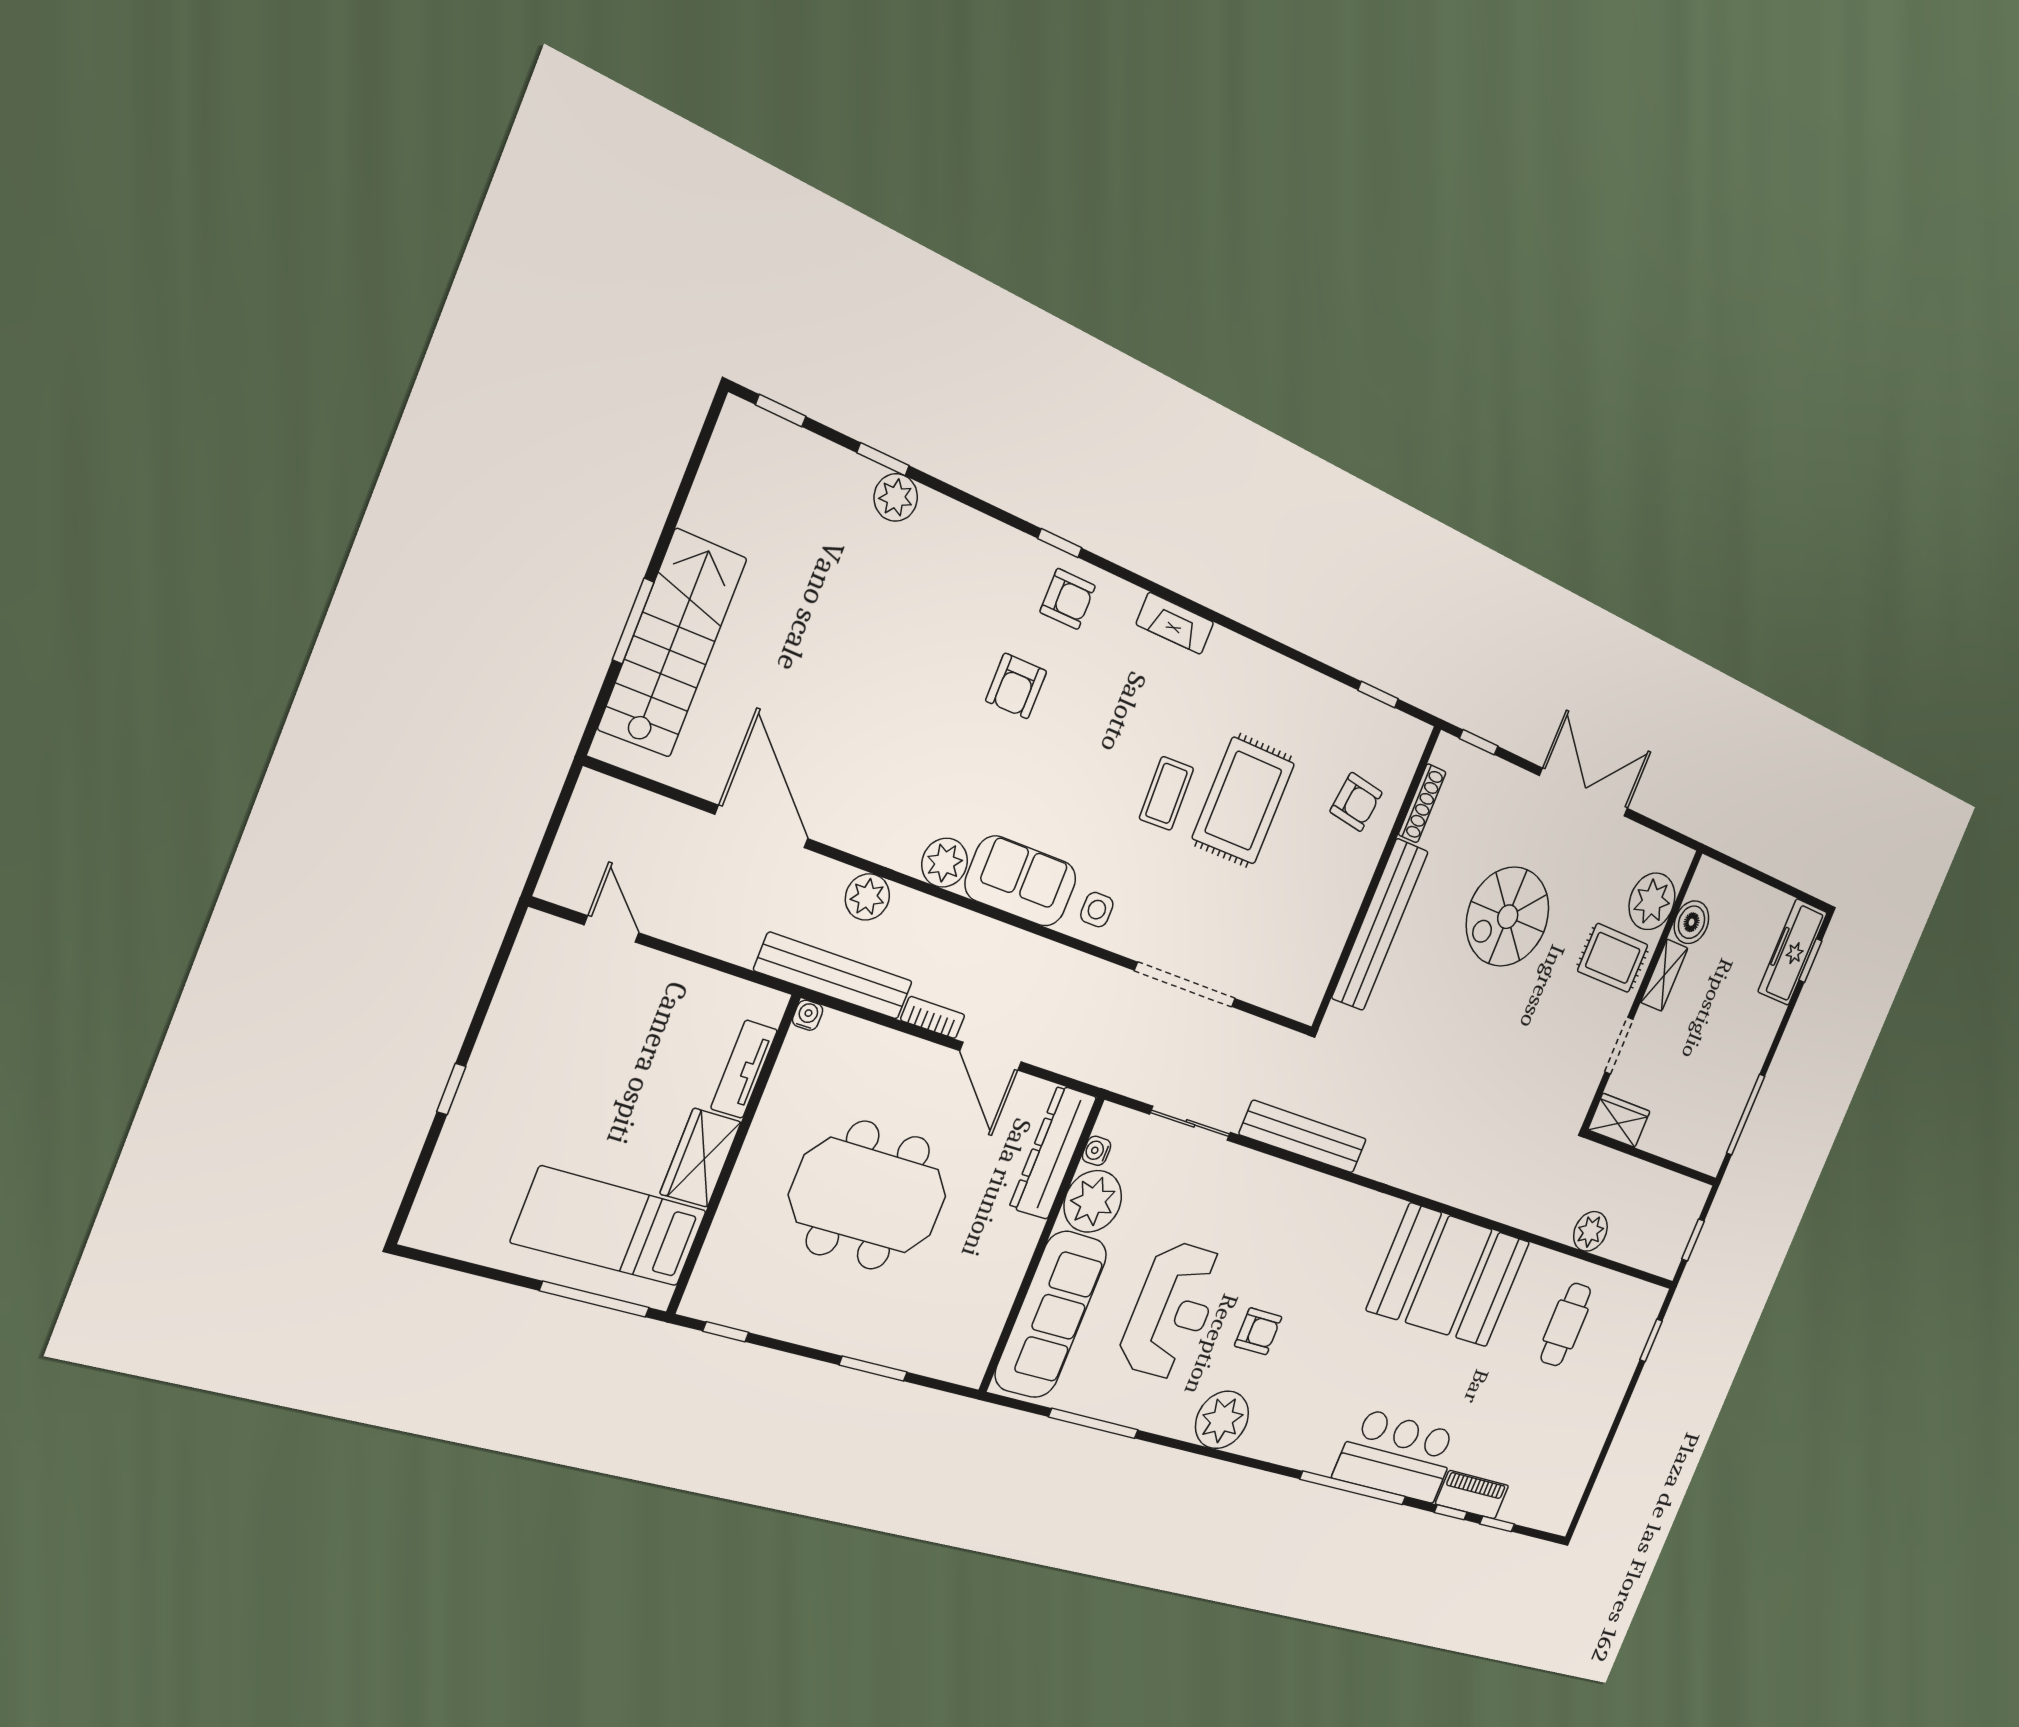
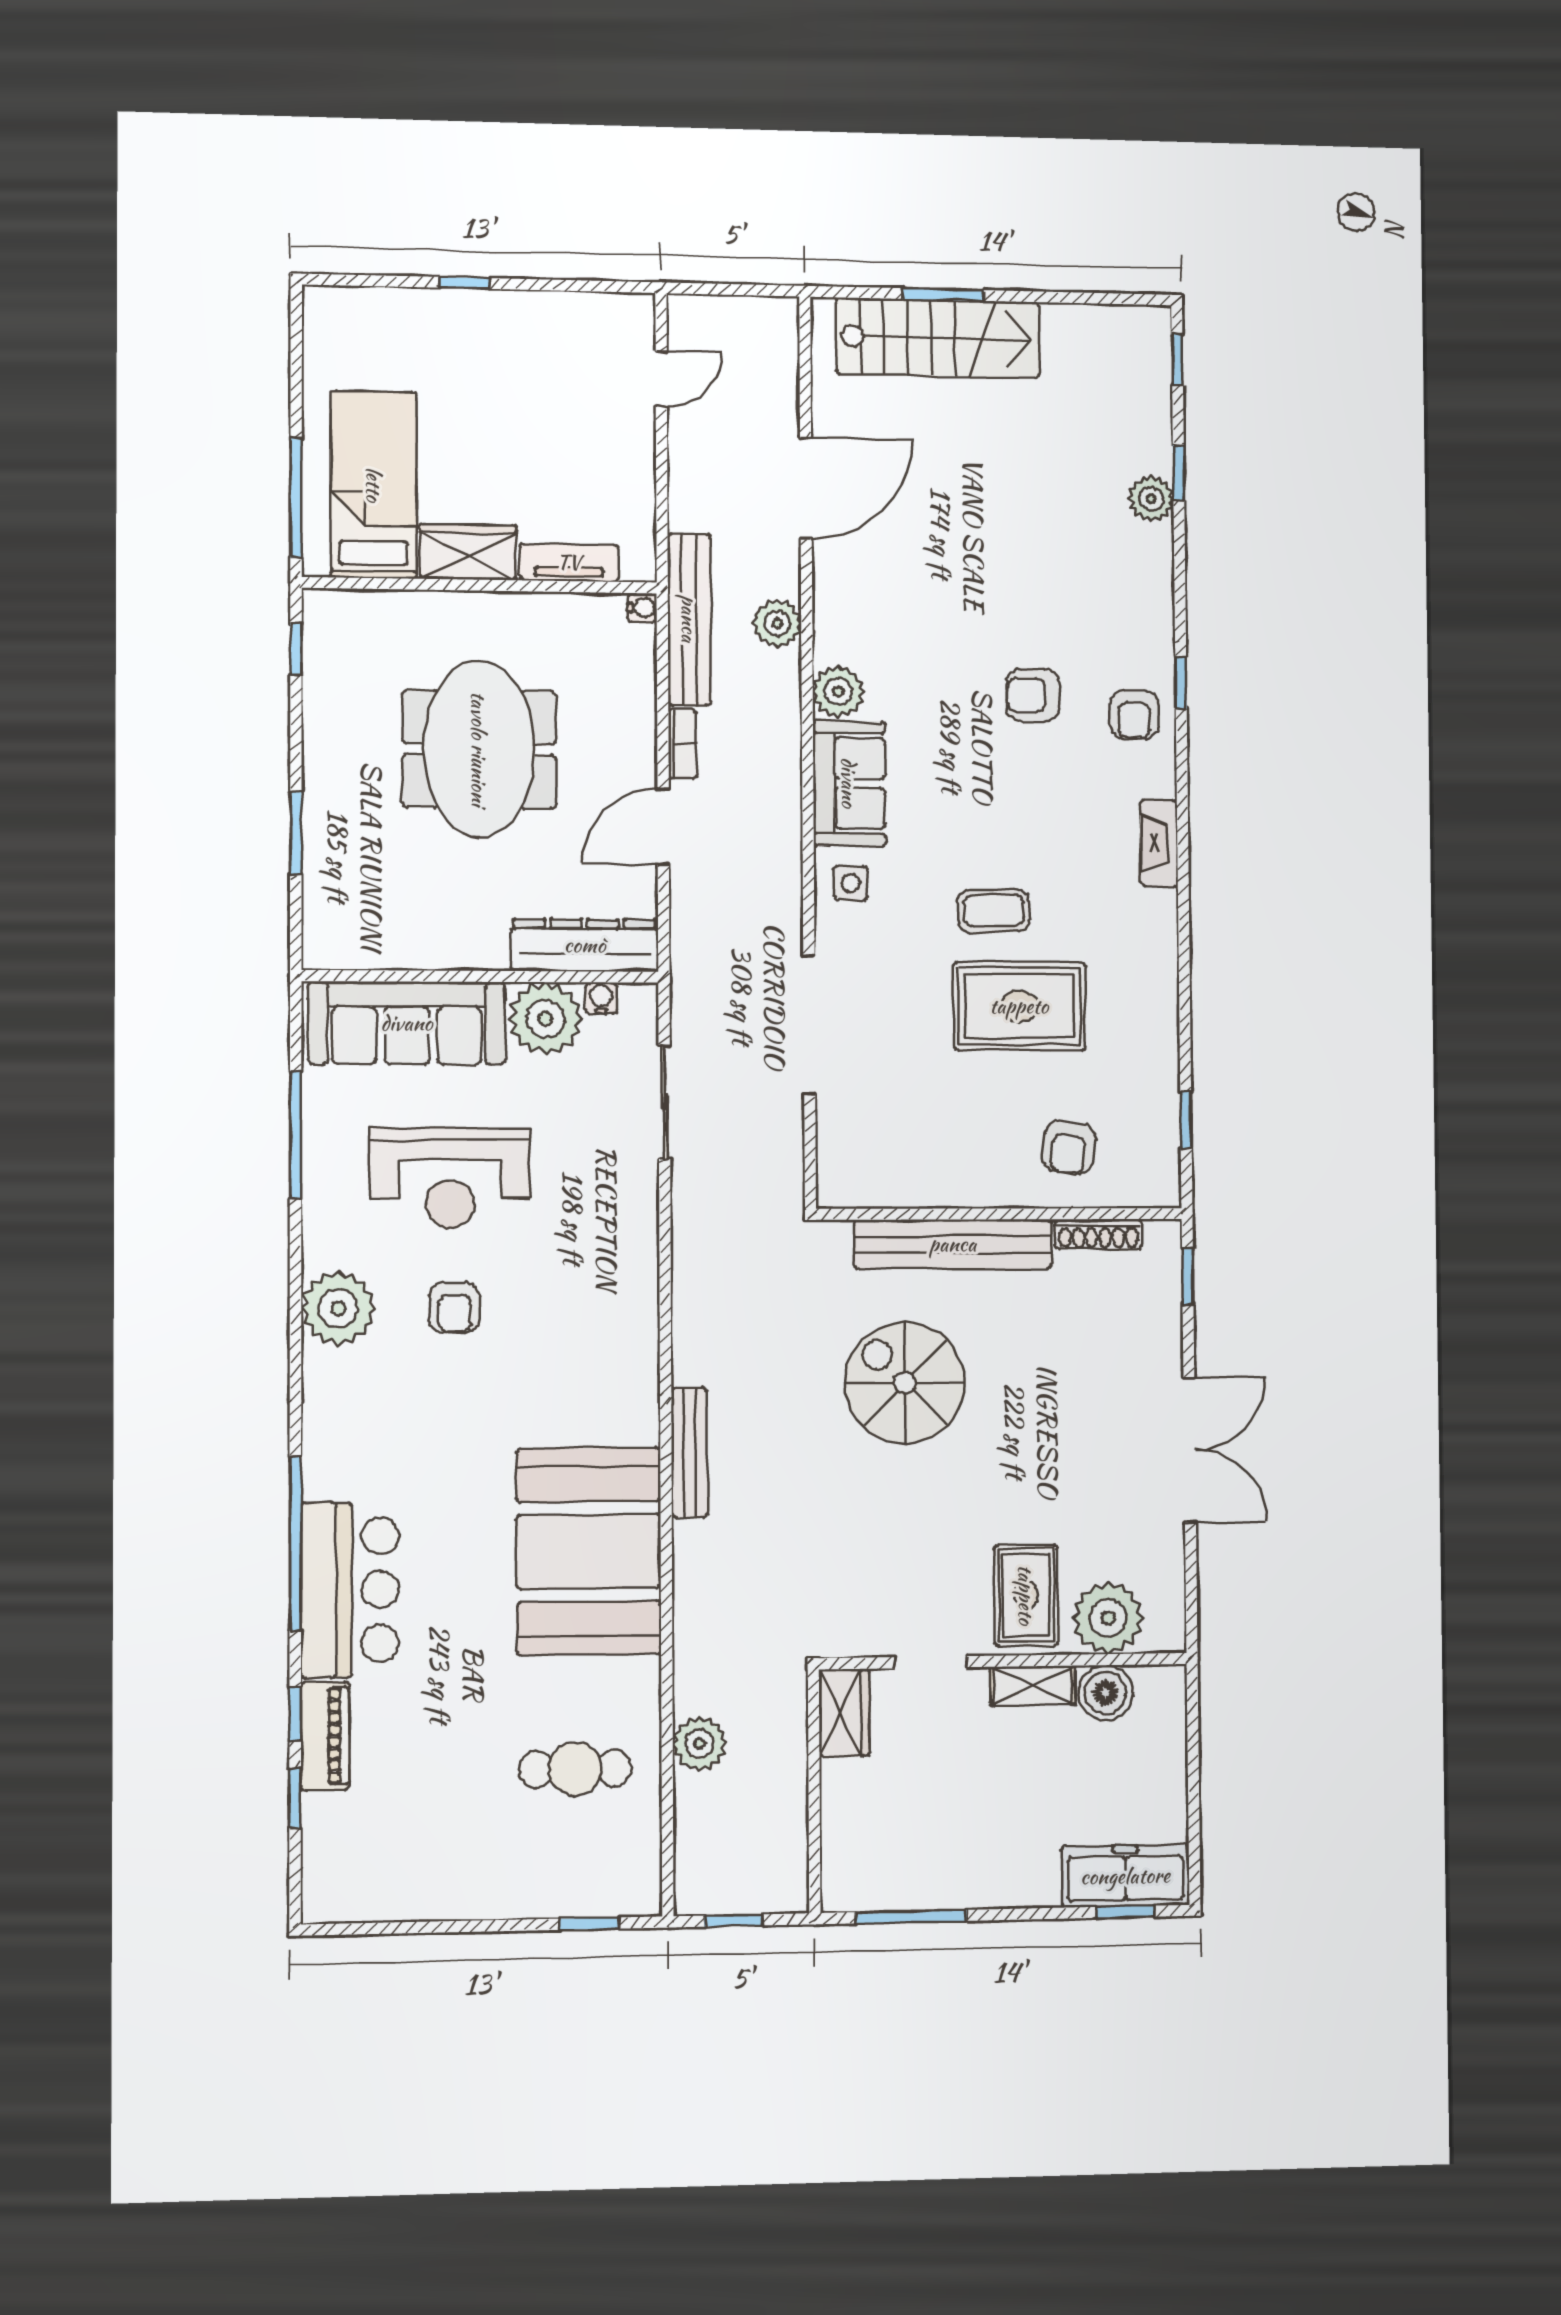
spiral stairs: (1508, 917) -> (905, 1383), moved
bench: (1303, 1137) -> (690, 1453), moved, width x0.73, depth x0.82

